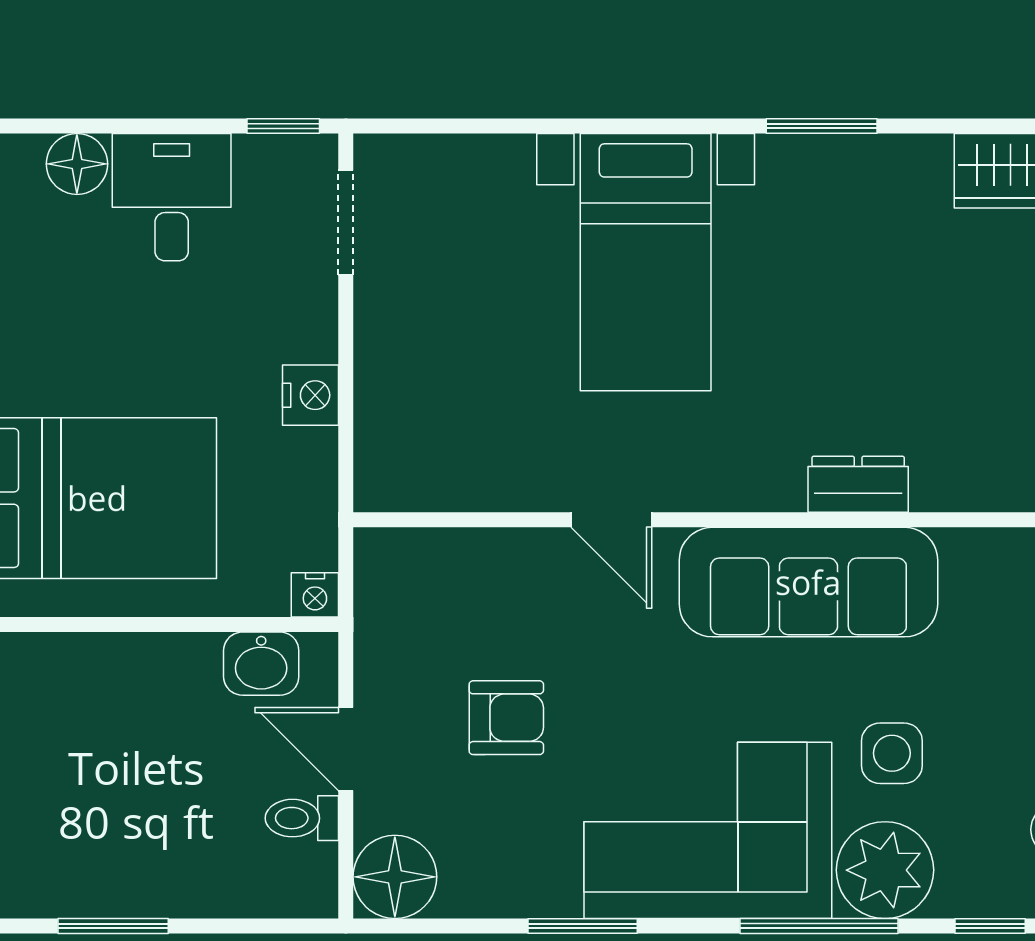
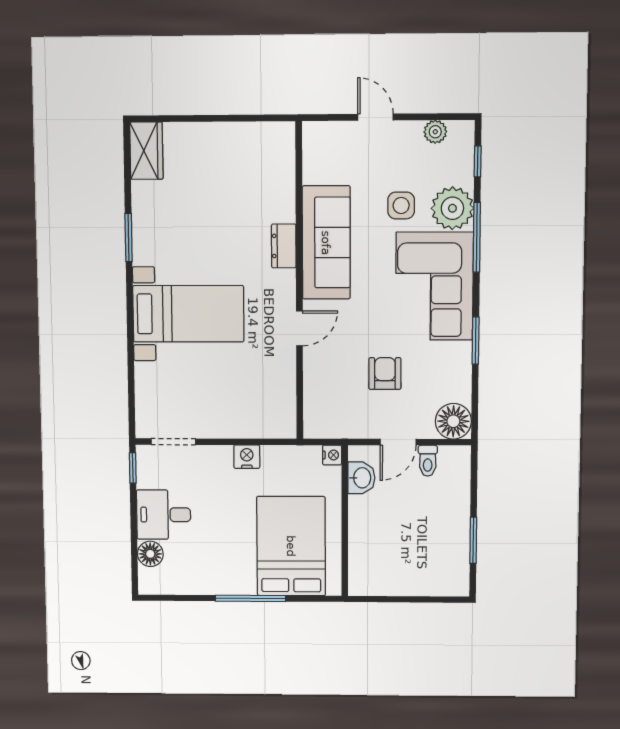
dresser: (858, 484) -> (284, 246), moved

